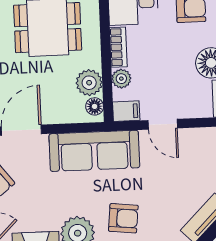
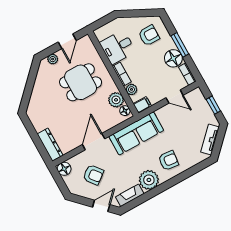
door: (163, 124) -> (175, 97), moved

